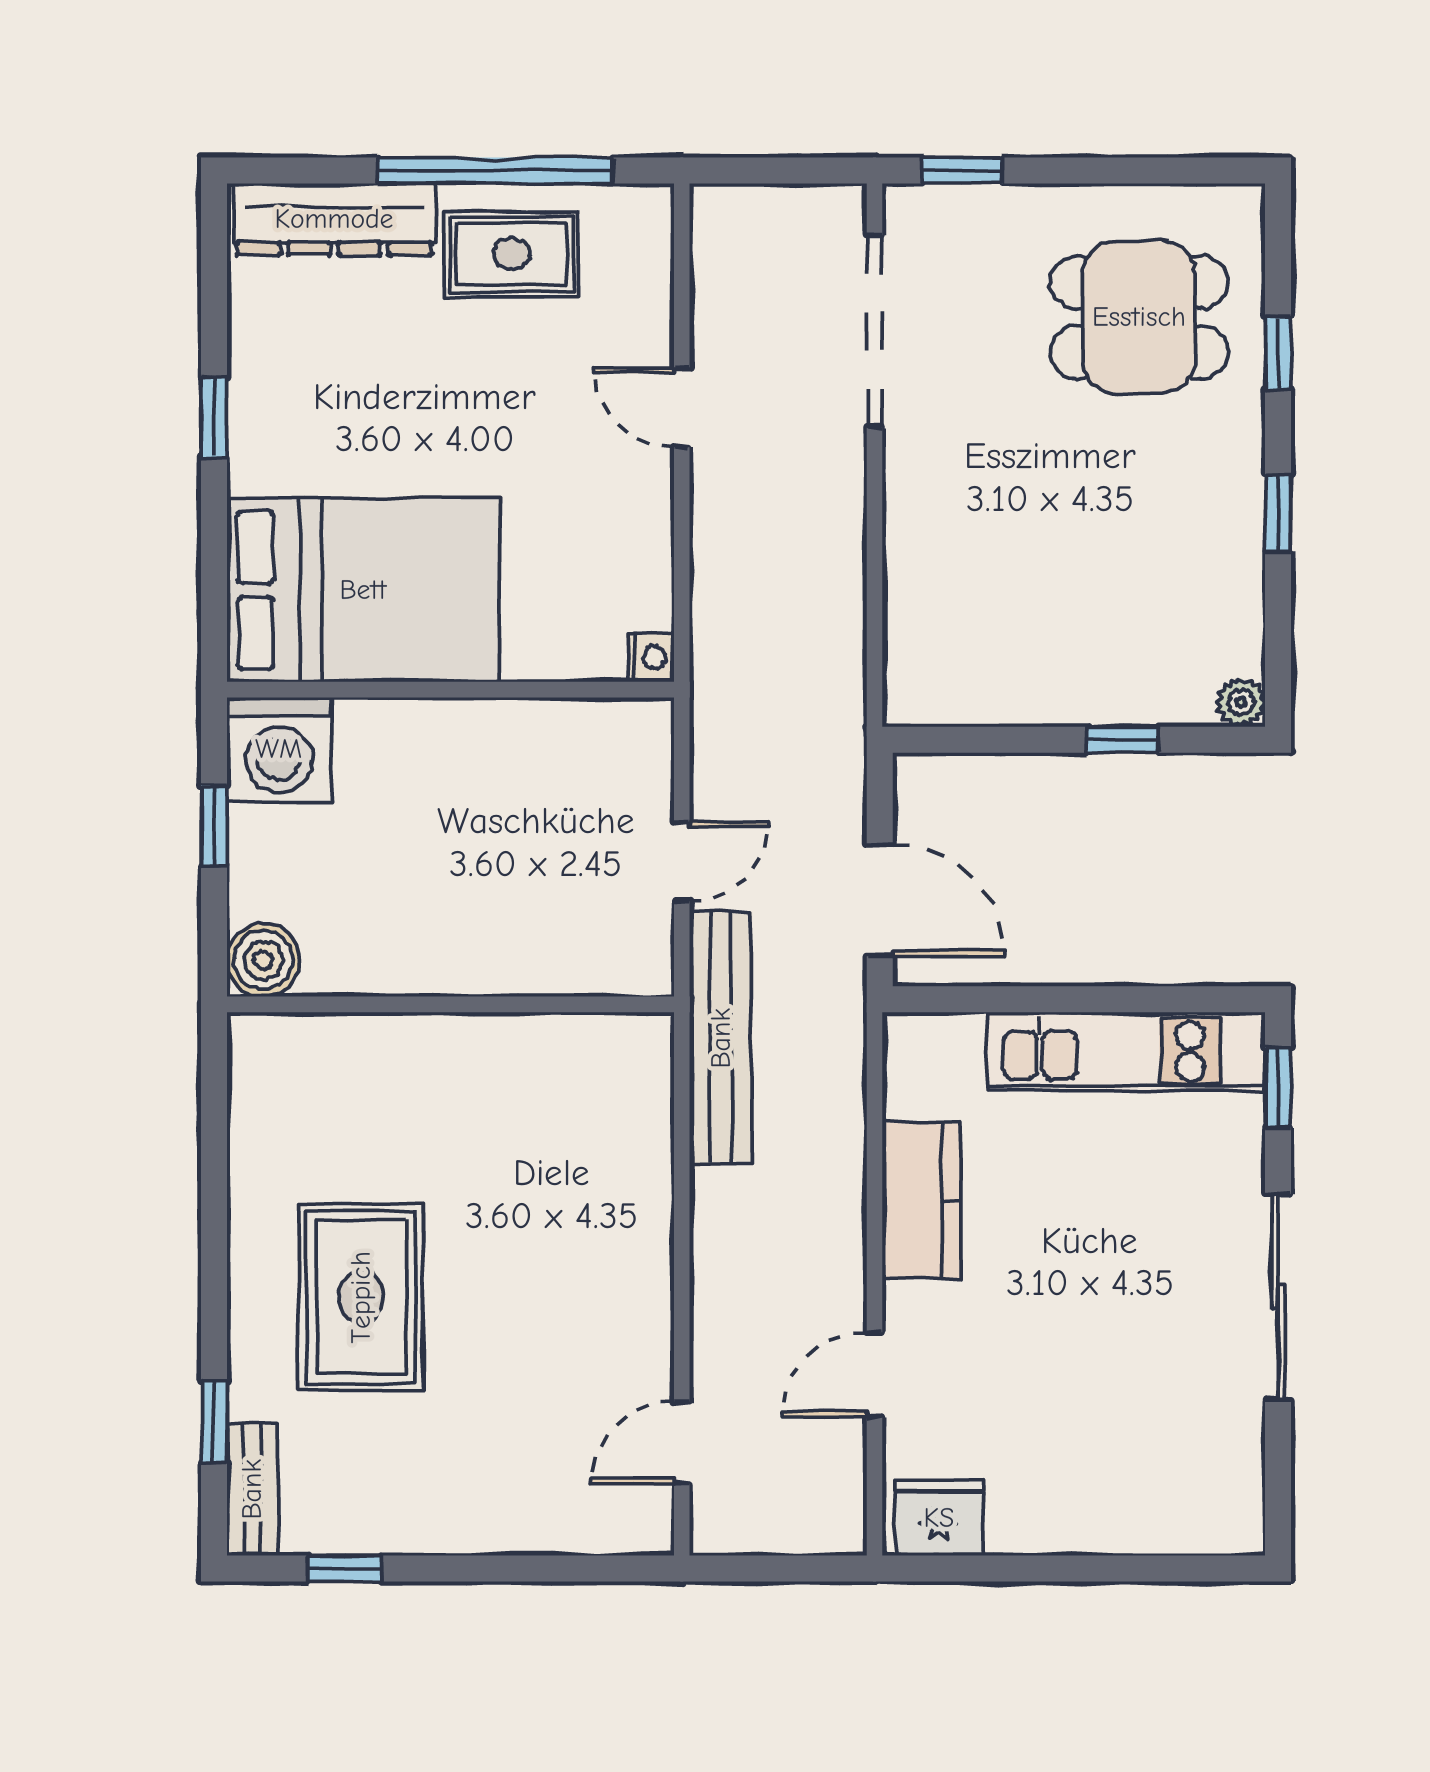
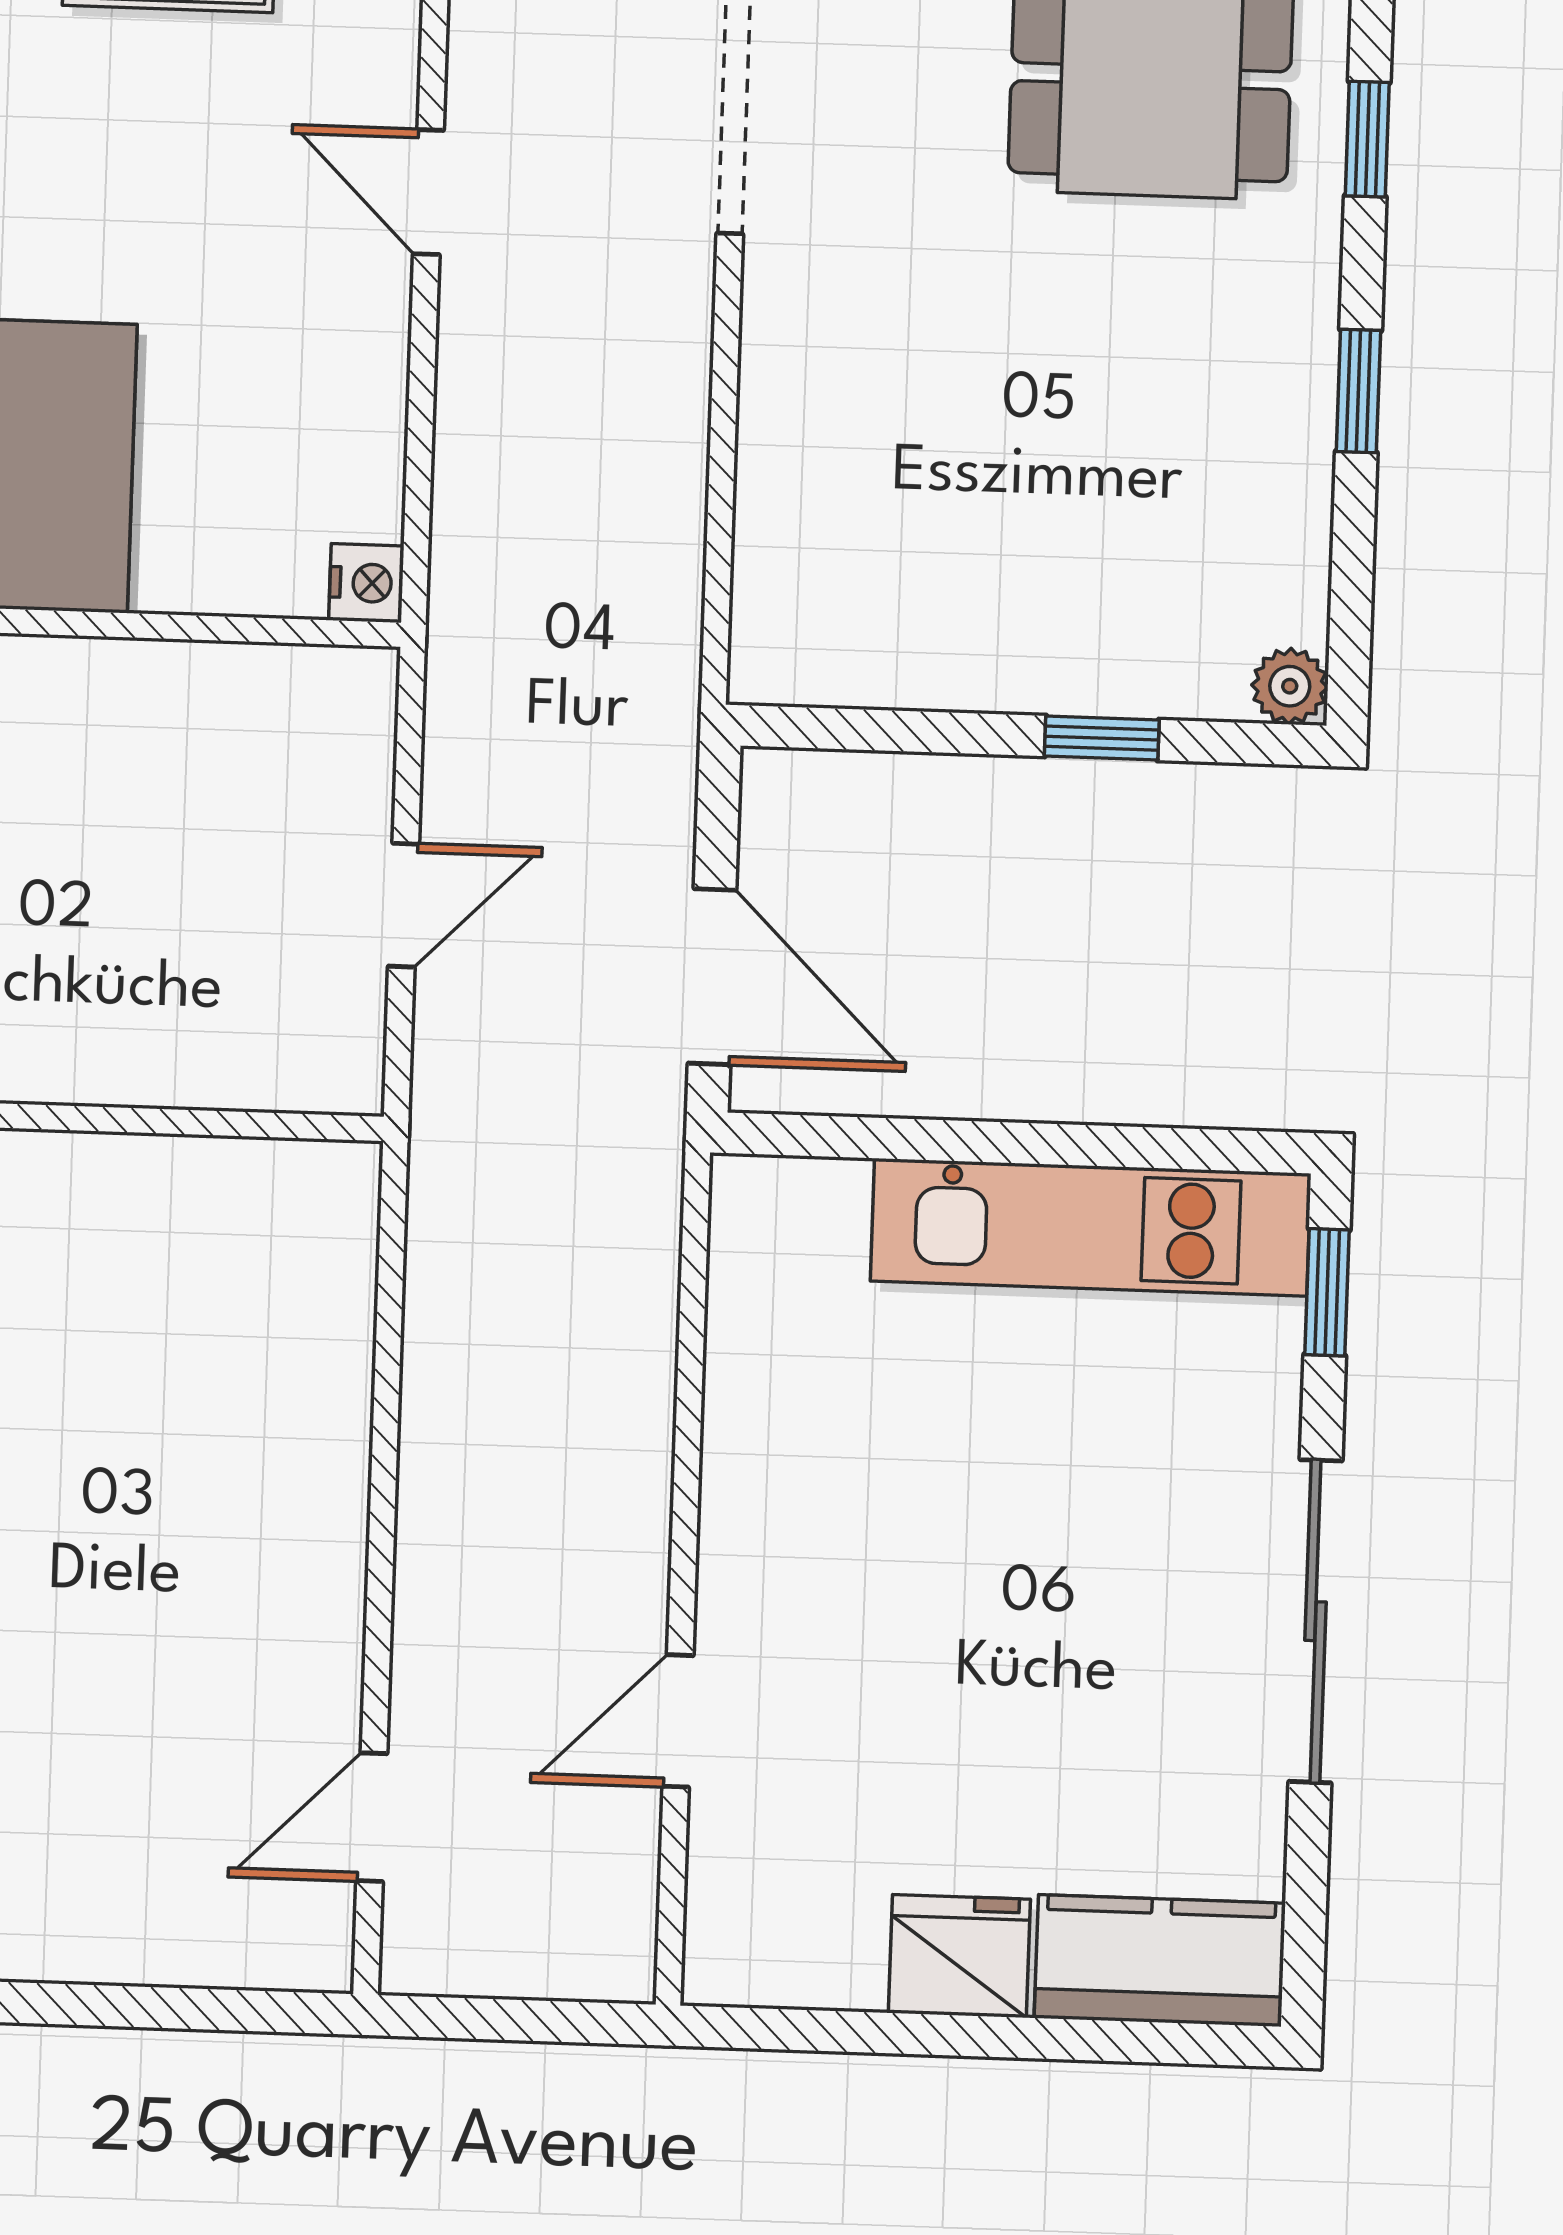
bench: (721, 1038) -> (455, 1184), removed
kitchen counter: (922, 1200) -> (1160, 1961), moved, turned -90
fridge: (939, 1518) -> (959, 1956), moved

